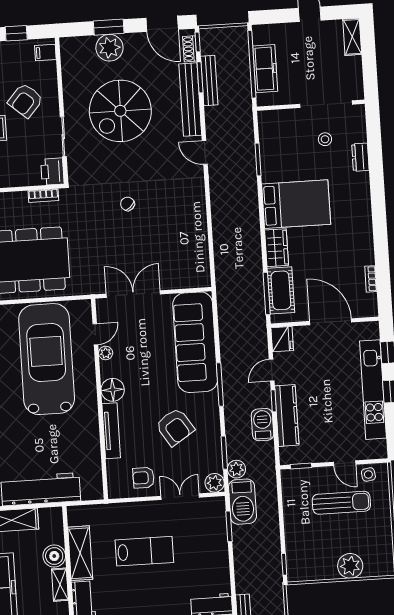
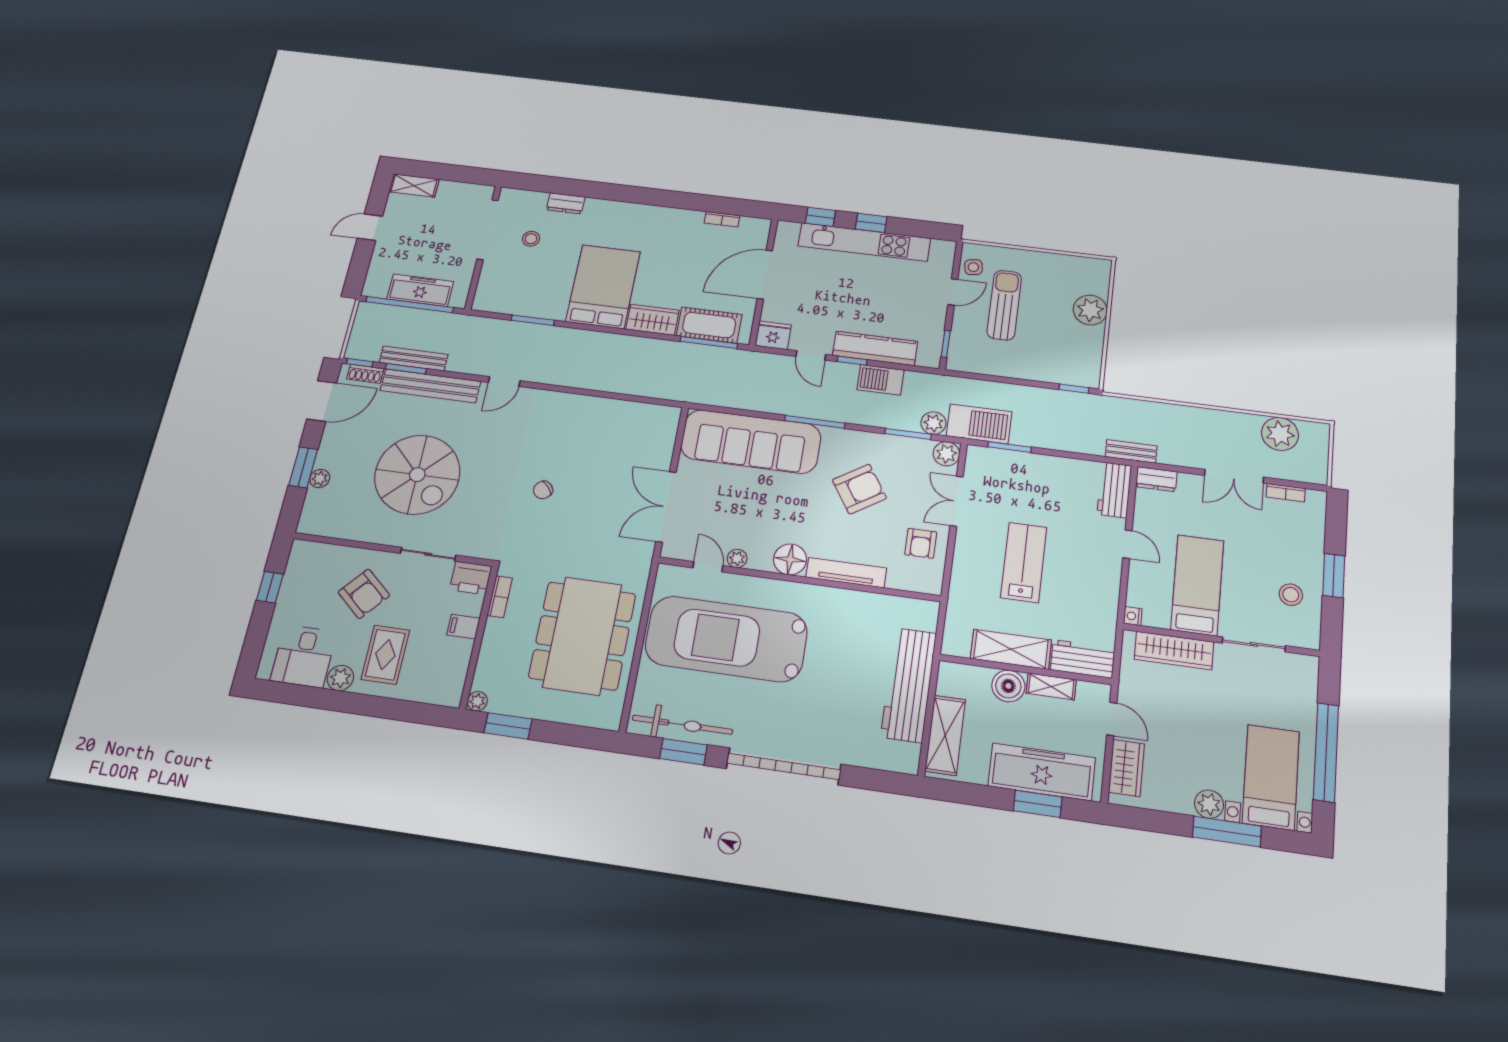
plant: (109, 48) -> (320, 478), width x0.53, depth x0.53
filing cabinet: (45, 53) -> (463, 627), moved, turned 90

